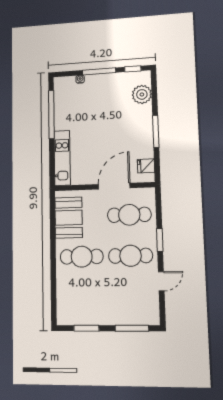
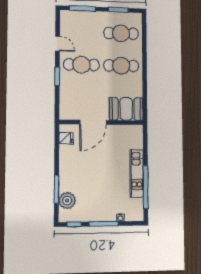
window: (156, 131) -> (56, 189), moved
kitchen unit: (62, 158) -> (137, 173), moved
cafe table: (129, 215) -> (121, 33), moved
booth: (69, 218) -> (126, 109), moved, turned 90
door: (161, 281) -> (57, 44), swing flipped

